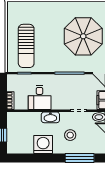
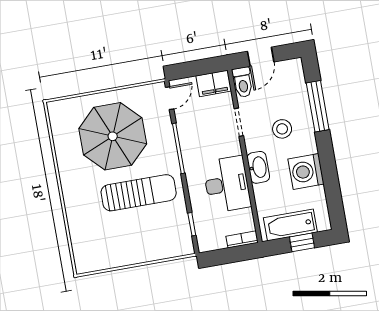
sun lounger: (26, 46) -> (139, 193), moved
desk: (40, 97) -> (227, 184), width x1.37
bathtub: (14, 130) -> (290, 225), added

